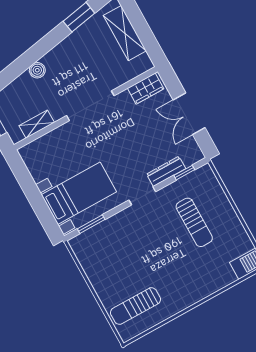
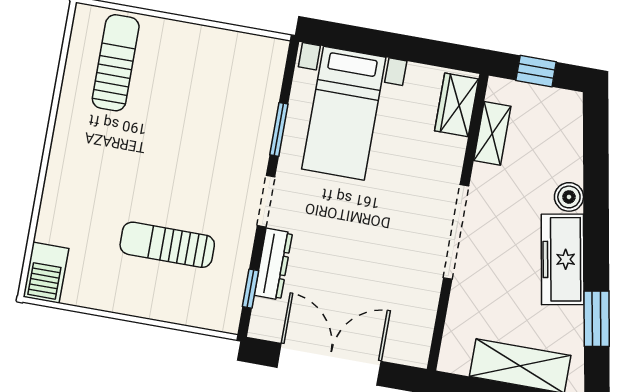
freezer: (66, 52) -> (563, 259), added
wardrobe: (146, 89) -> (457, 105), moved
double door: (189, 114) -> (329, 364), width x1.37
window: (91, 224) -> (279, 129), moved

